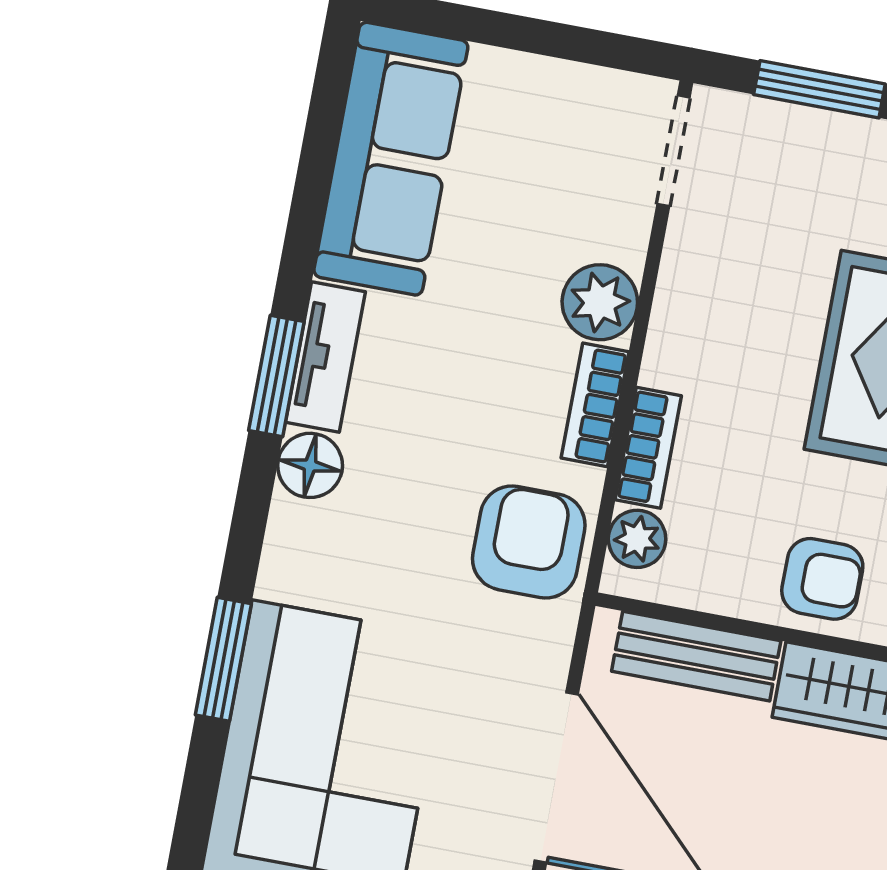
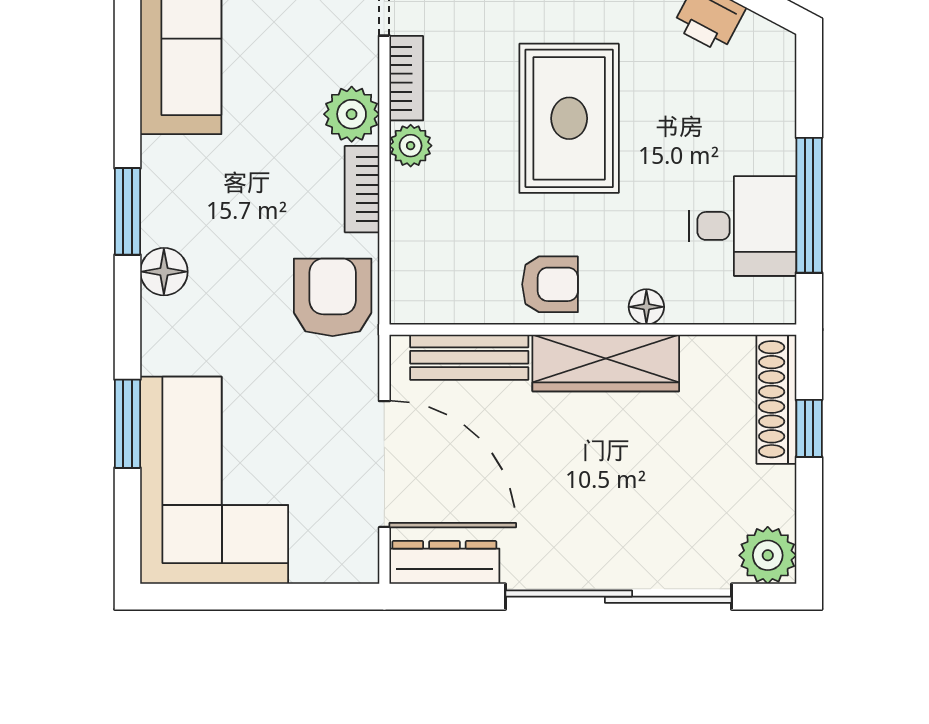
tv unit: (325, 357) -> (160, 191), removed
bookcase: (648, 448) -> (406, 78), moved
plant: (637, 539) -> (411, 146), moved

